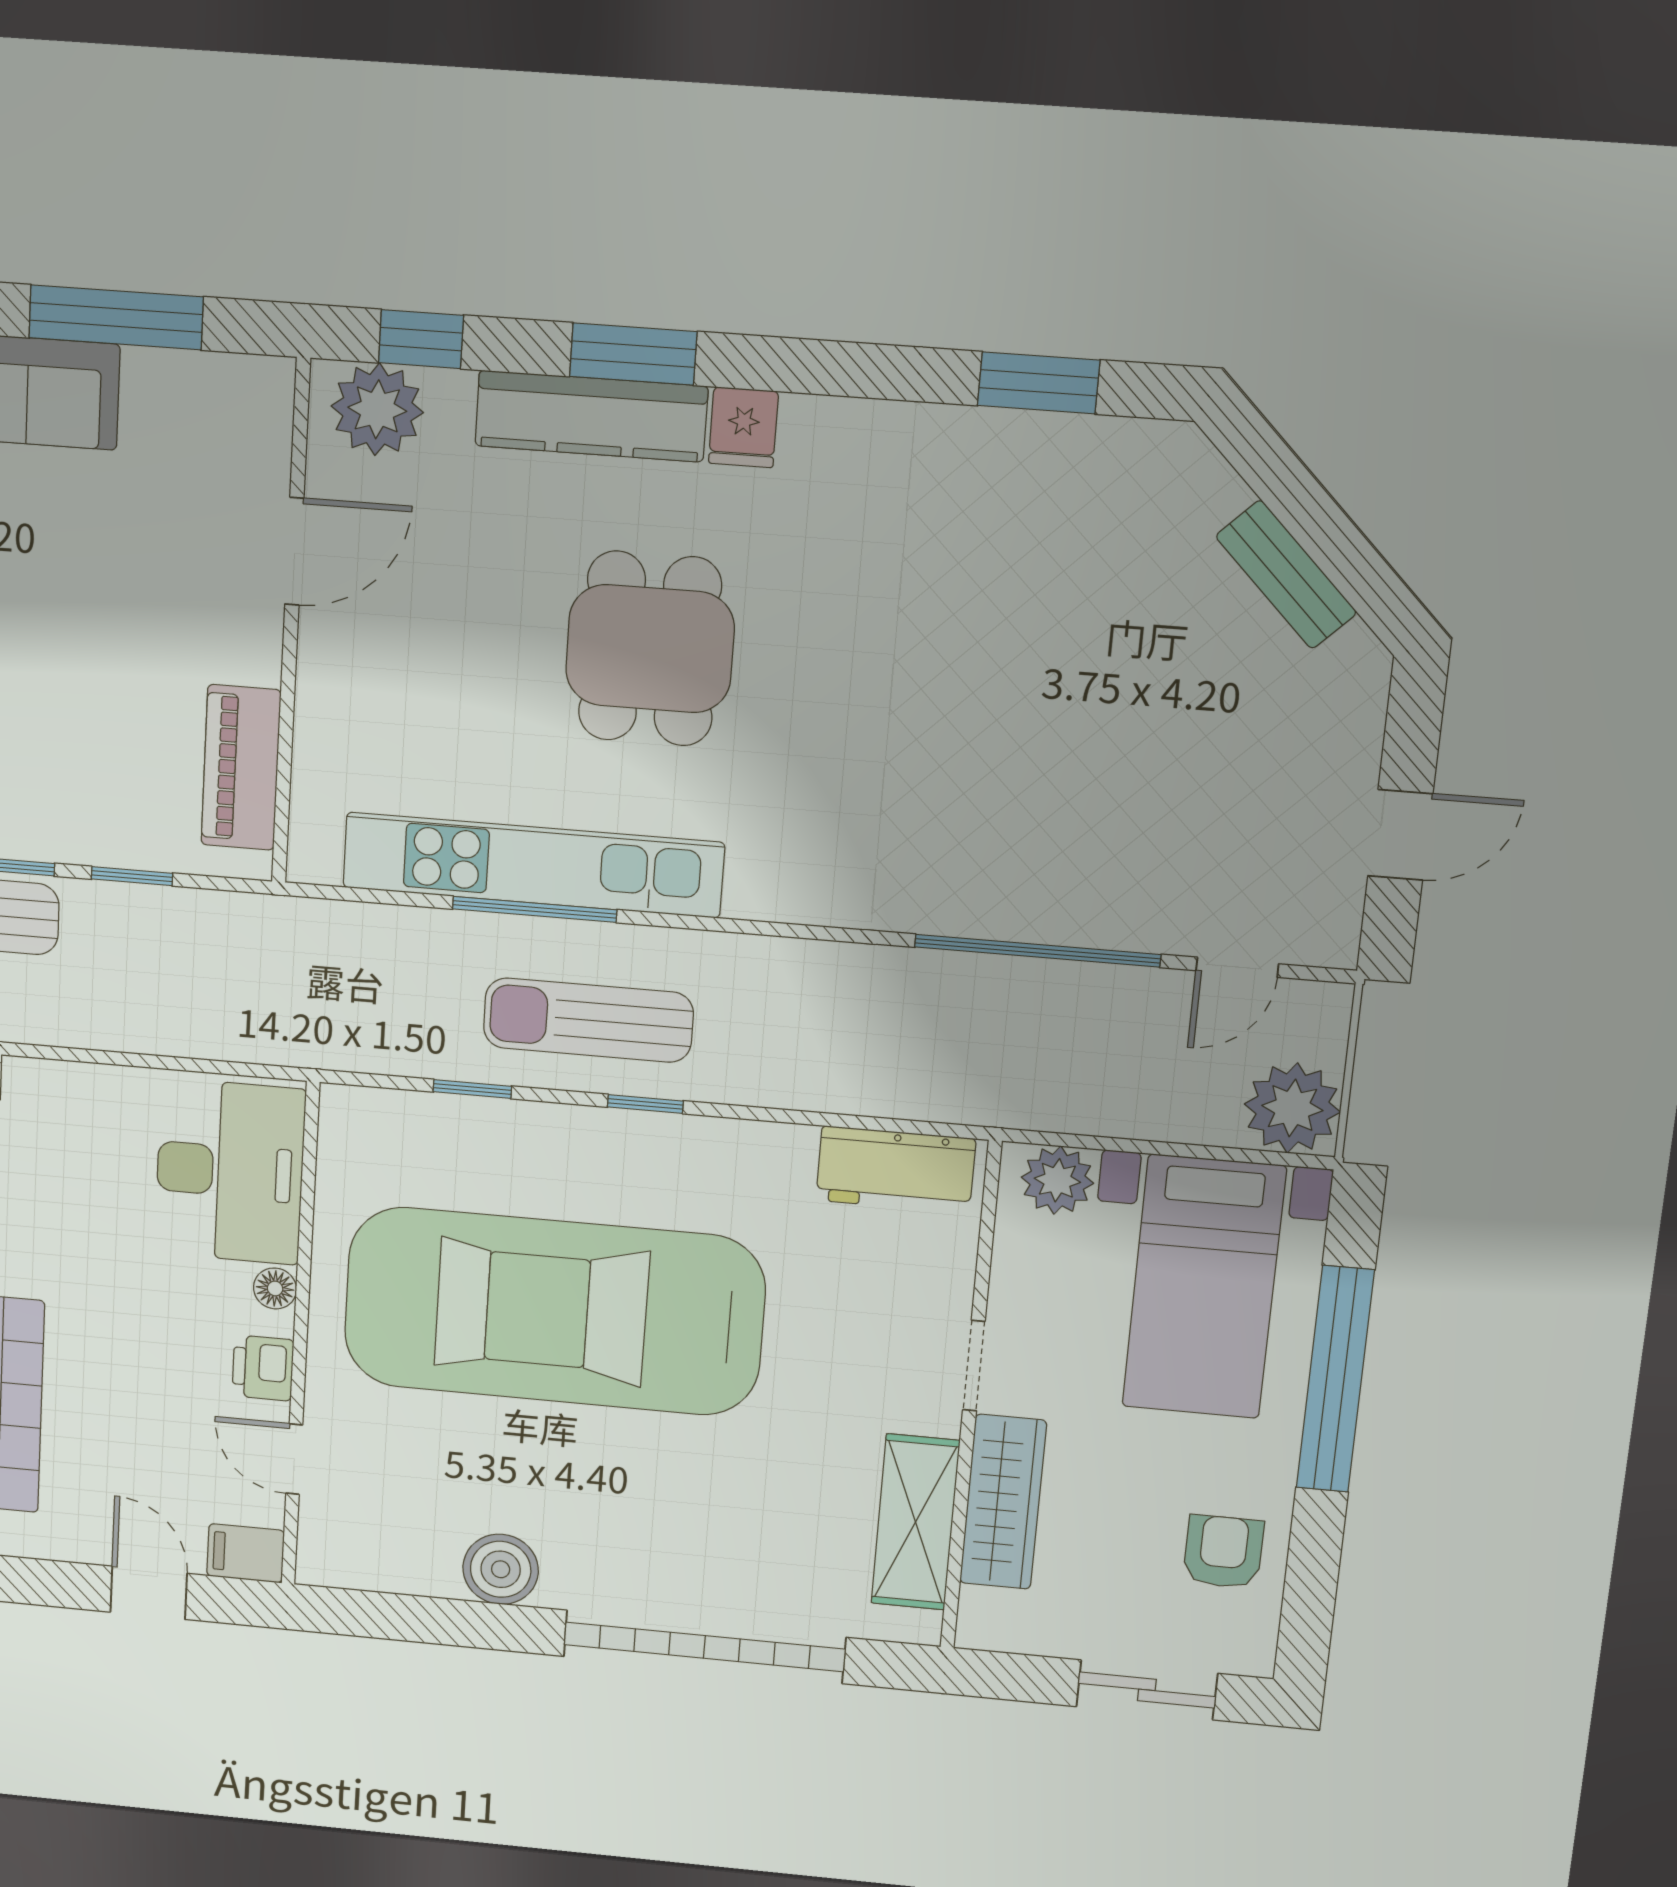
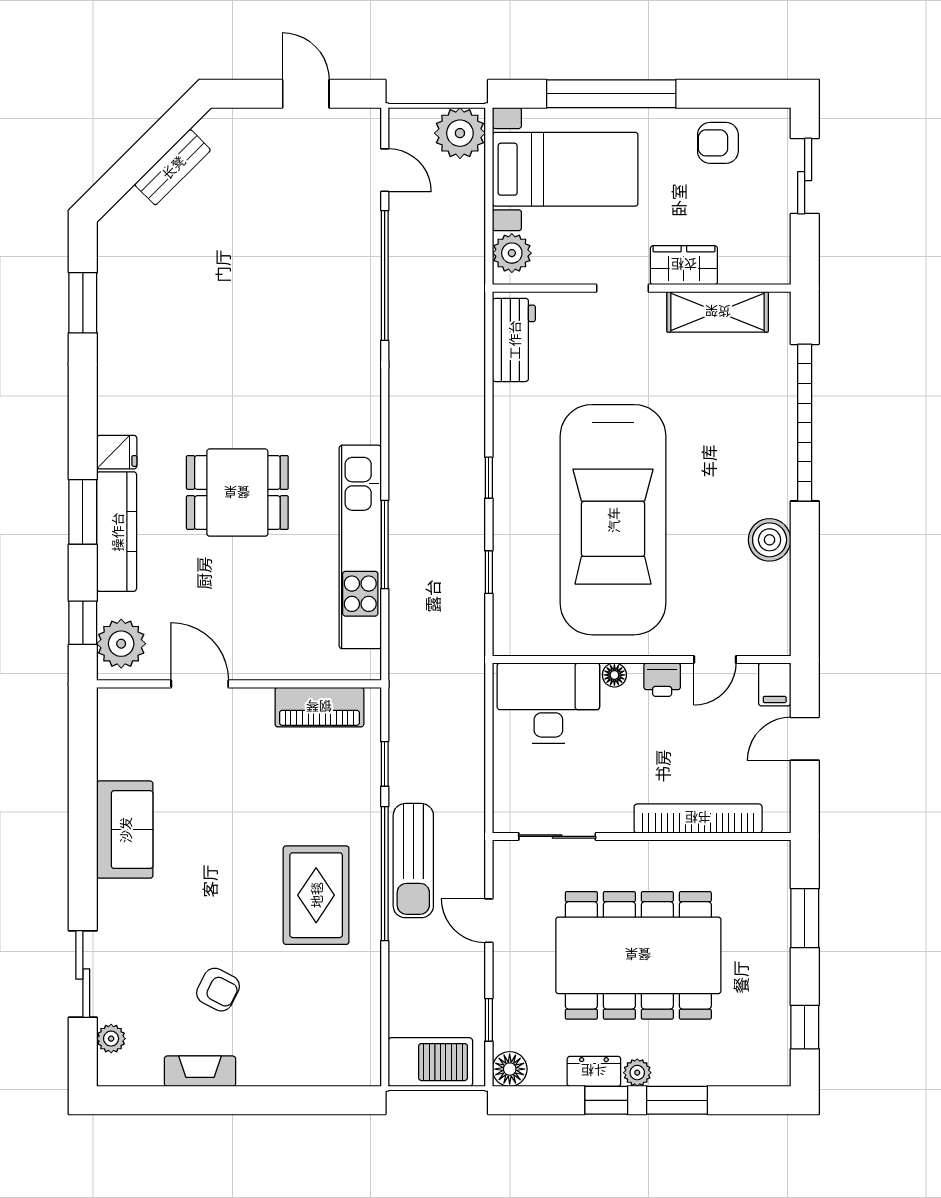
window: (116, 317) -> (83, 784), removed
sun lounger: (588, 1020) -> (444, 512), removed
wardrobe: (1003, 1502) -> (684, 265), width x0.67

